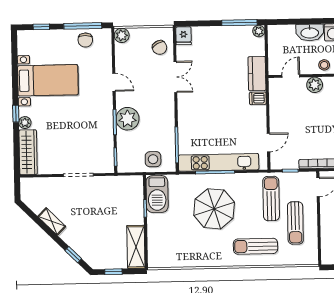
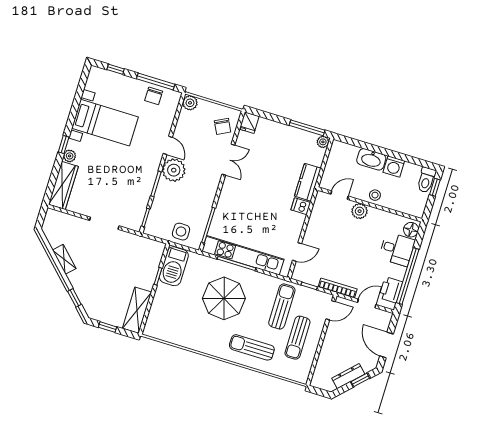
plant: (128, 119) -> (174, 170), moved

